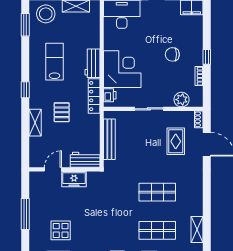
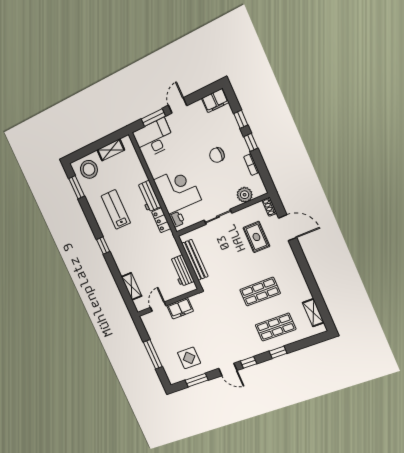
window: (207, 34) -> (241, 119), added
locker: (94, 96) -> (161, 220), width x0.66
pallet: (62, 112) -> (143, 253), removed
shelving: (35, 123) -> (131, 286), moved
workbench: (85, 160) -> (182, 271), moved, turned -90

